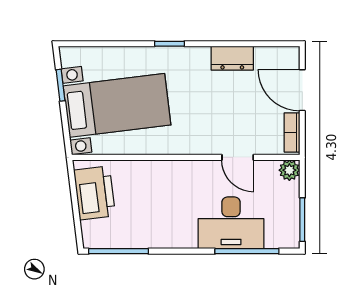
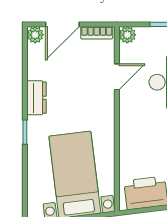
plant: (289, 57) -> (35, 35), added
dresser: (232, 58) -> (36, 98), moved

